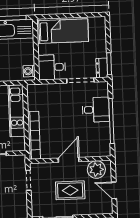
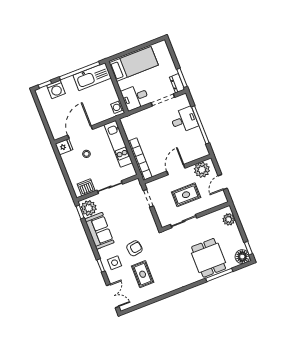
door: (114, 190) -> (223, 182), hinge flipped

